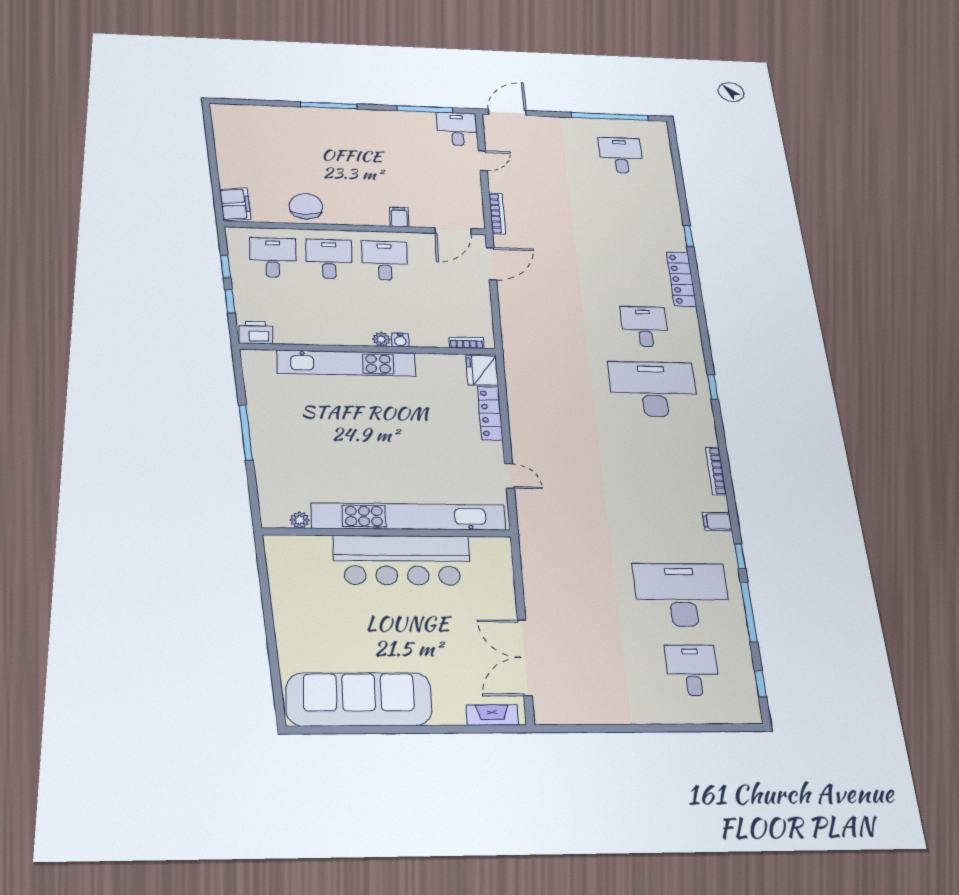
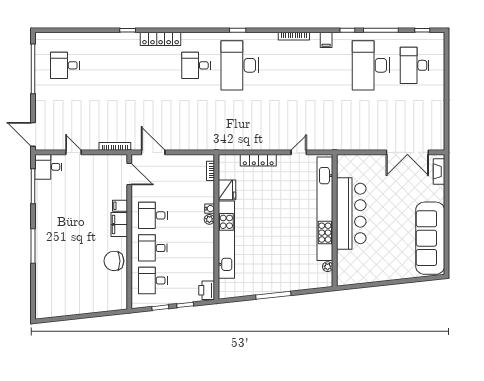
filing cabinet: (235, 204) -> (119, 224), moved, turned -84
fridge: (482, 370) -> (227, 190), moved, turned -90
desk: (692, 670) -> (415, 65), width x1.37

